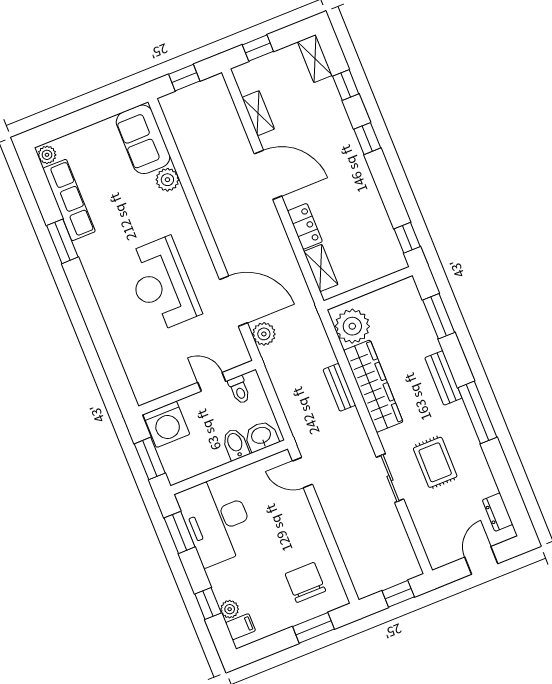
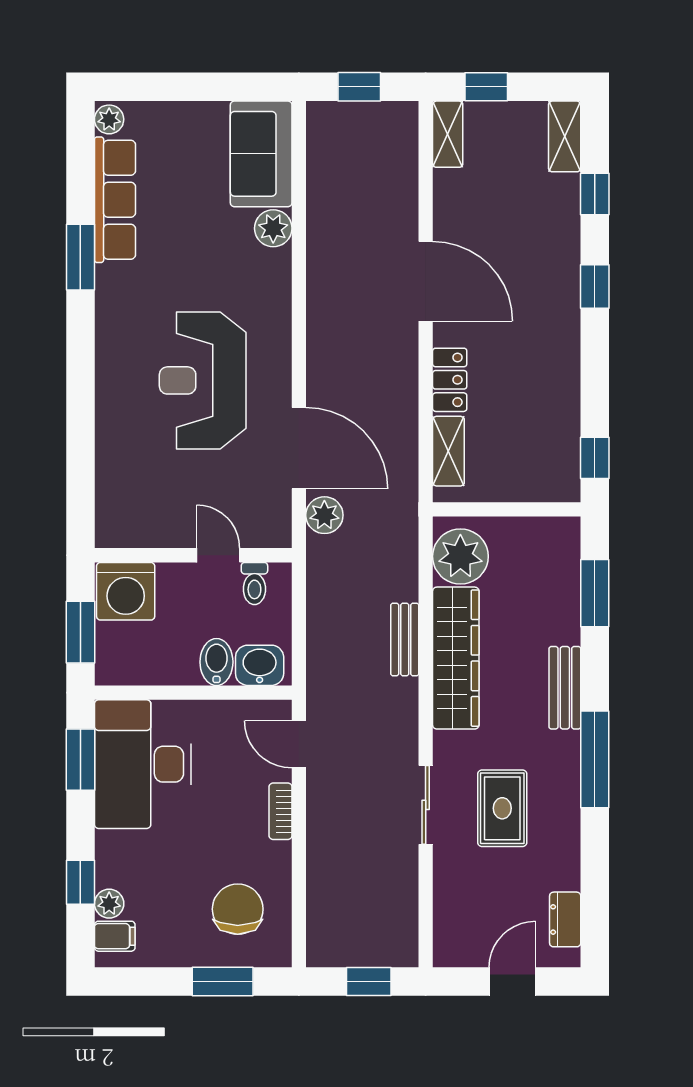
shelving: (258, 113) -> (448, 134), moved
bookcase: (307, 516) -> (280, 811), added

